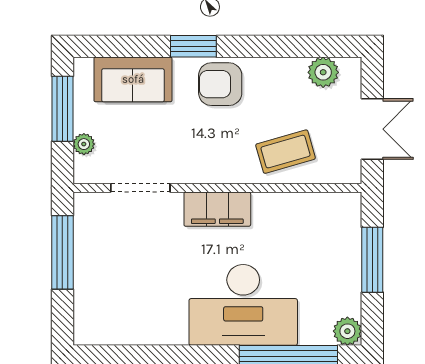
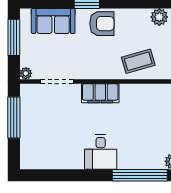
armchair: (220, 84) -> (102, 24), turned 180
plant: (84, 144) -> (26, 73), moved
desk: (243, 305) -> (101, 152), width x0.53, depth x0.77

